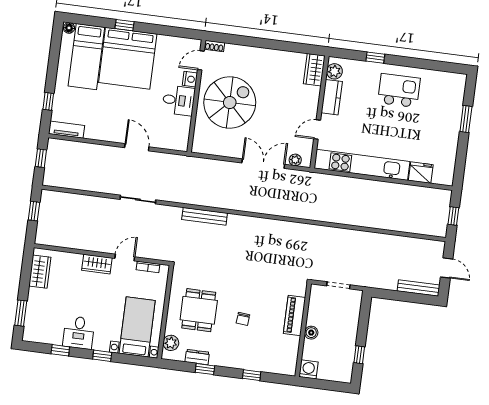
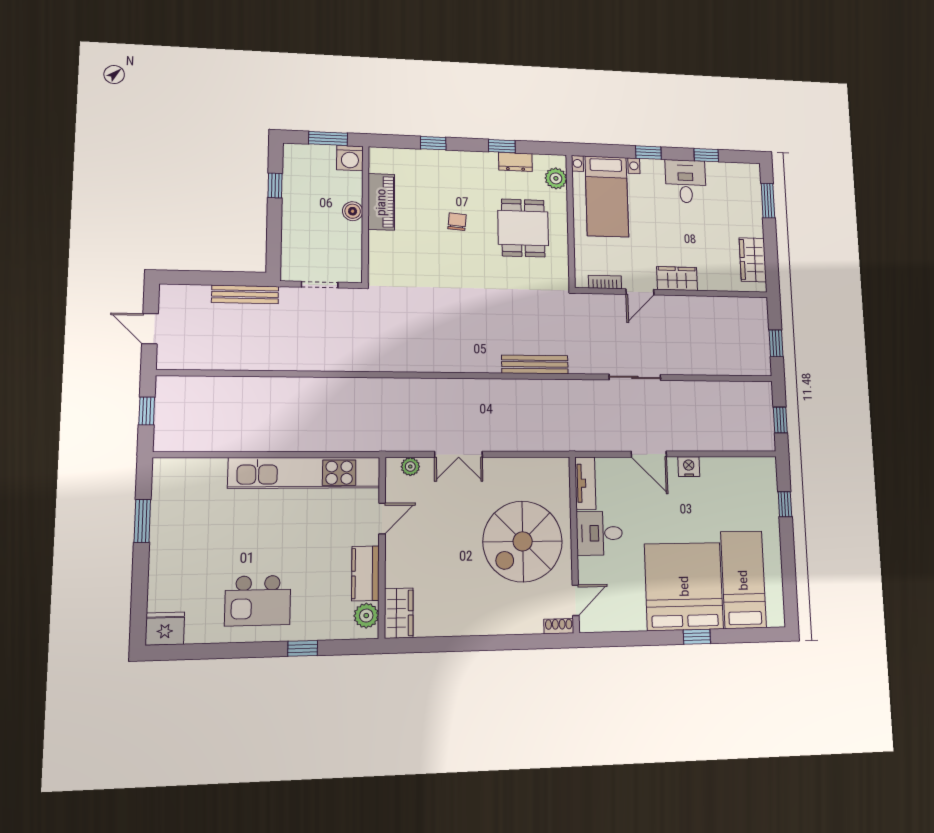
floor lamp: (69, 28) -> (775, 619), removed
nightstand: (190, 79) -> (689, 467), moved, turned 90
window: (466, 119) -> (142, 521), moved
tv unit: (67, 130) -> (585, 483), moved, turned -90
double door: (263, 164) -> (459, 454), width x0.73
fridge: (421, 173) -> (165, 629), moved, turned 180
bench: (419, 288) -> (245, 294), moved
piano: (294, 315) -> (381, 202), moved
window: (321, 384) -> (328, 138), added

